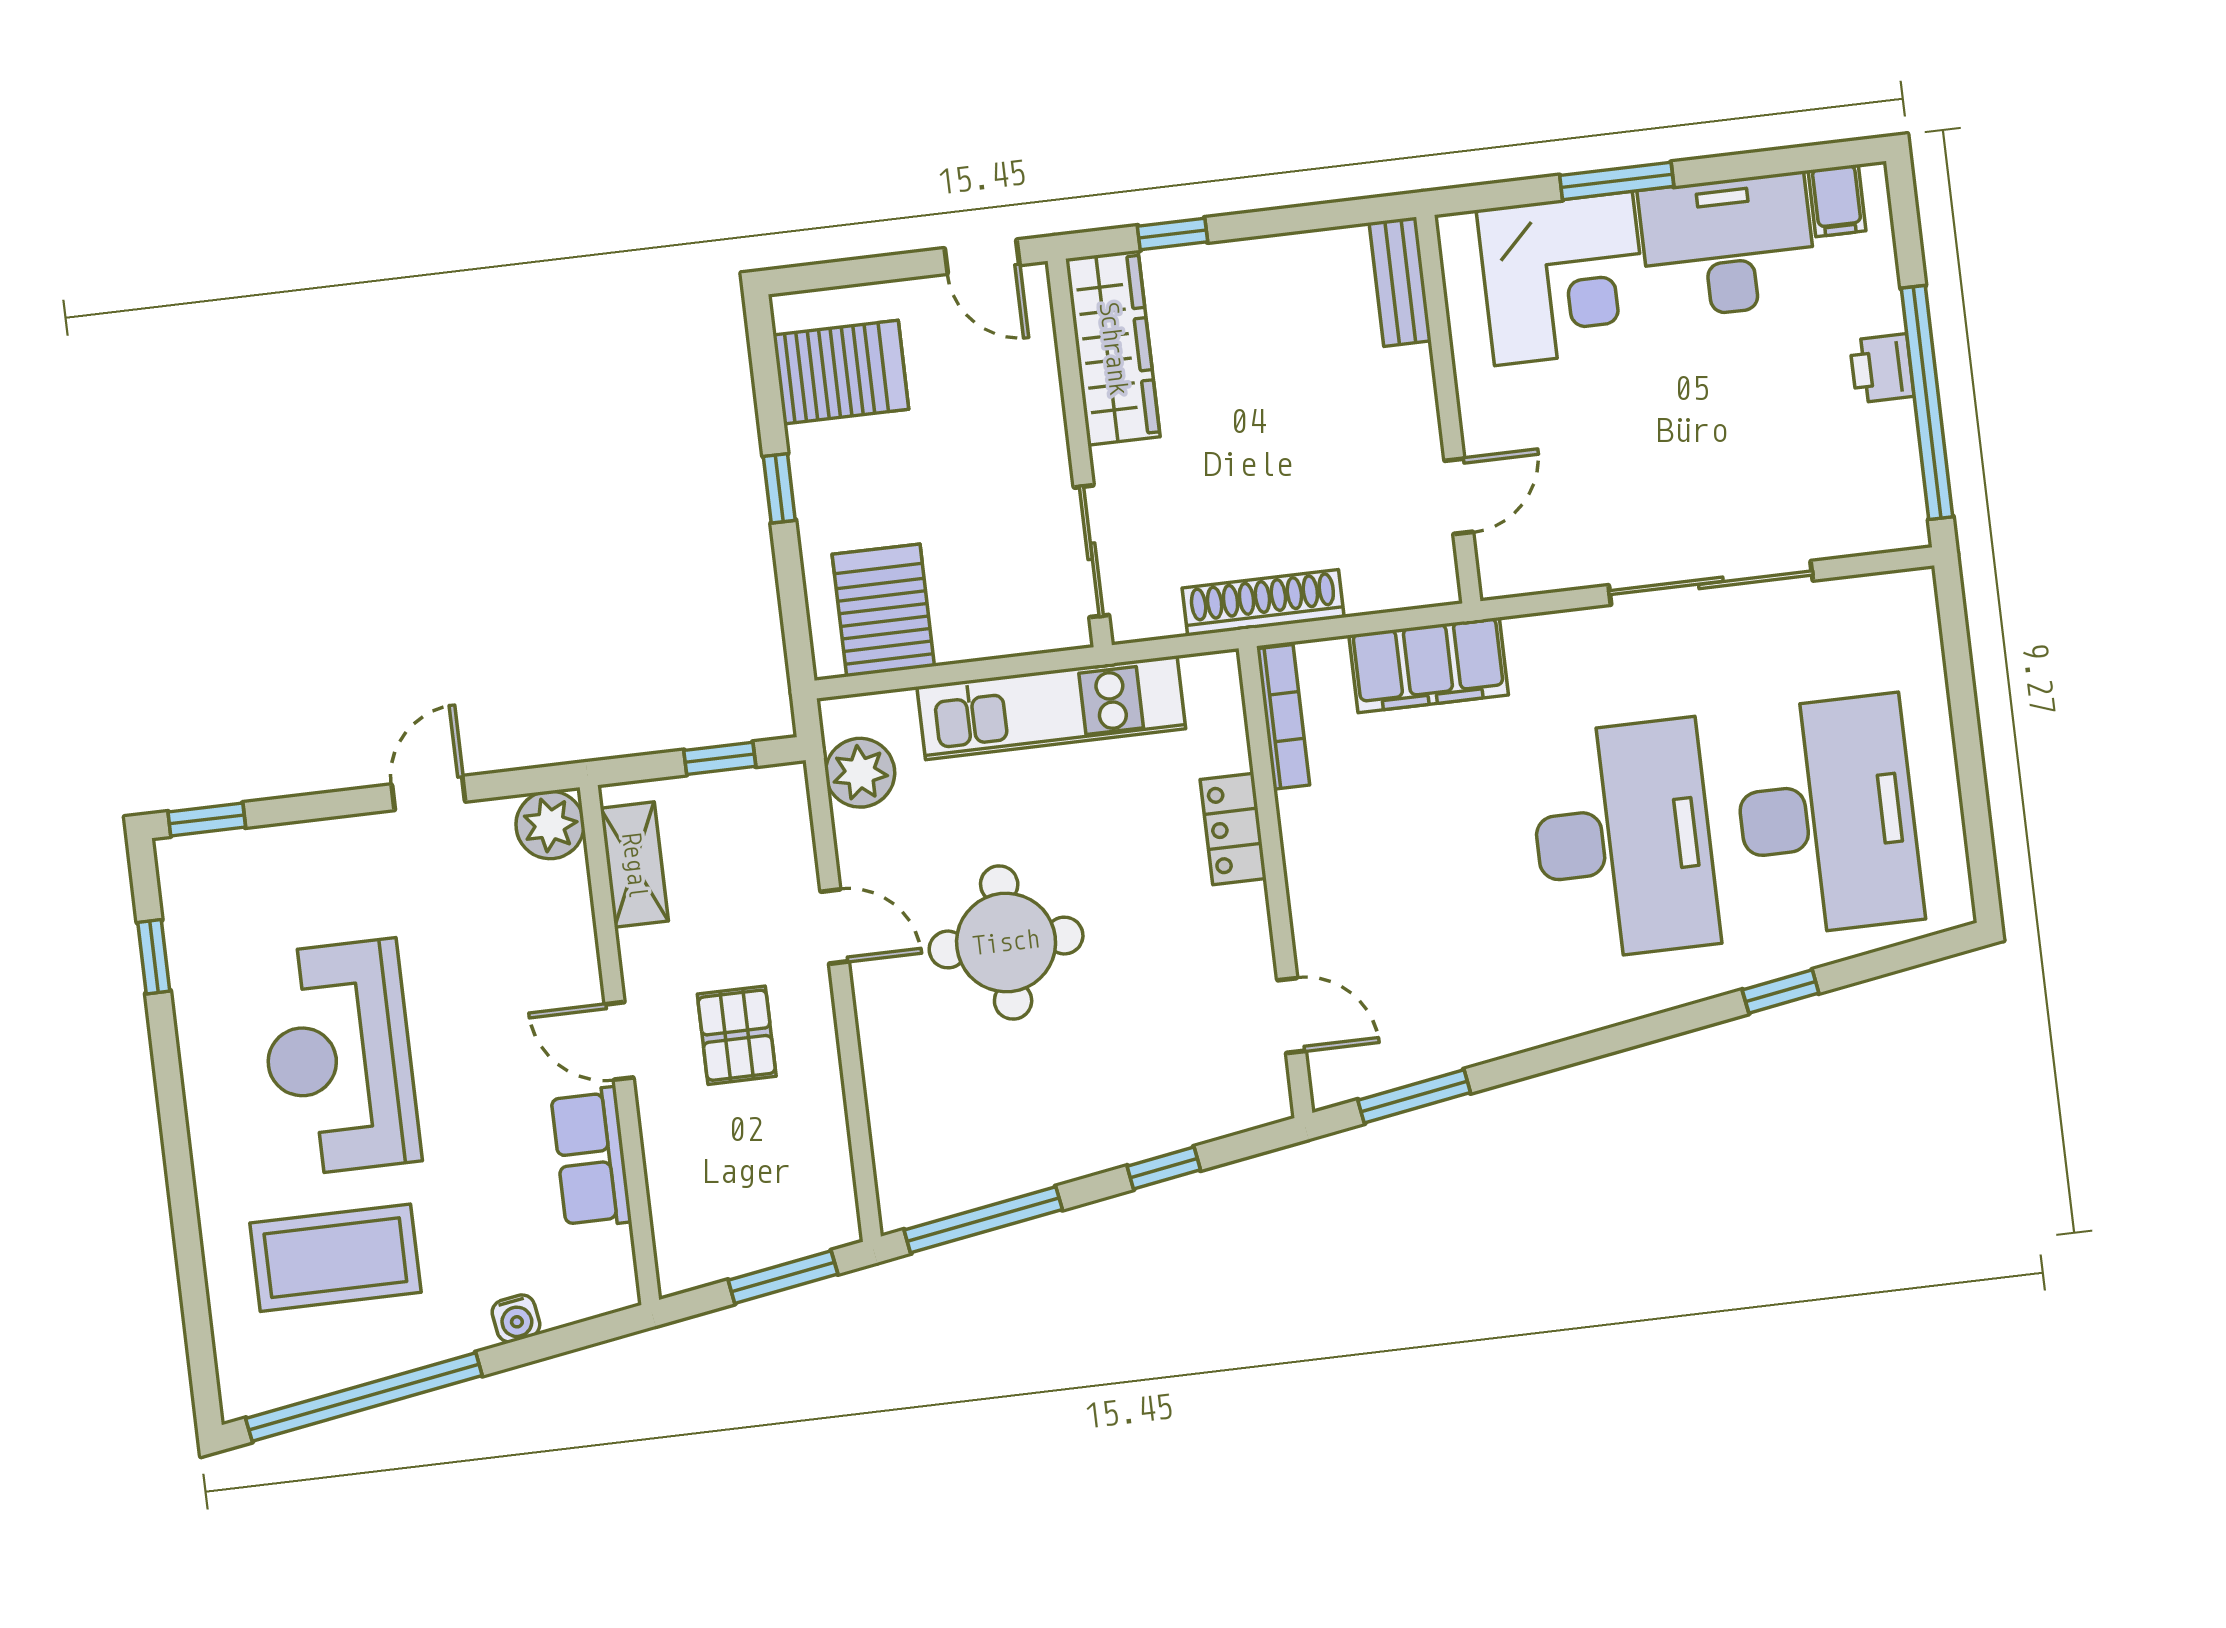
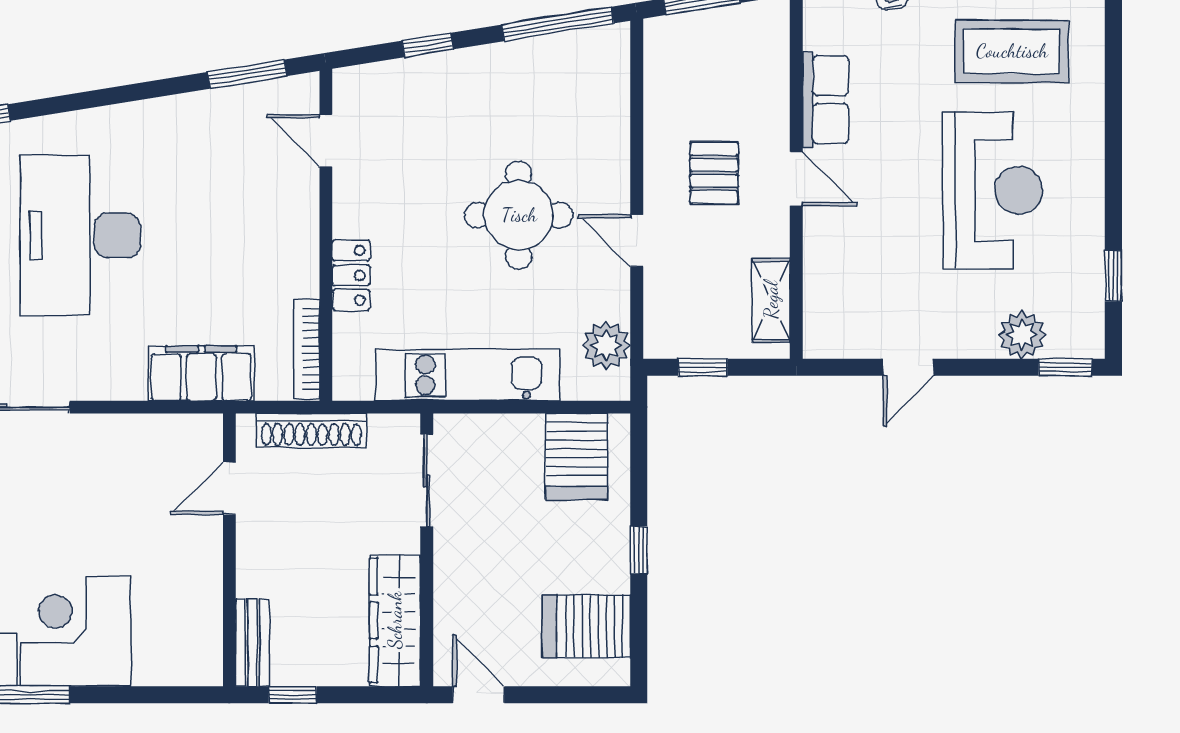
window: (1172, 234) -> (293, 695), moved
bench: (1400, 282) -> (252, 643), moved
wall: (1448, 409) -> (229, 550), moved
door: (1459, 496) -> (229, 488), moved
plant: (550, 825) -> (1022, 335), moved

